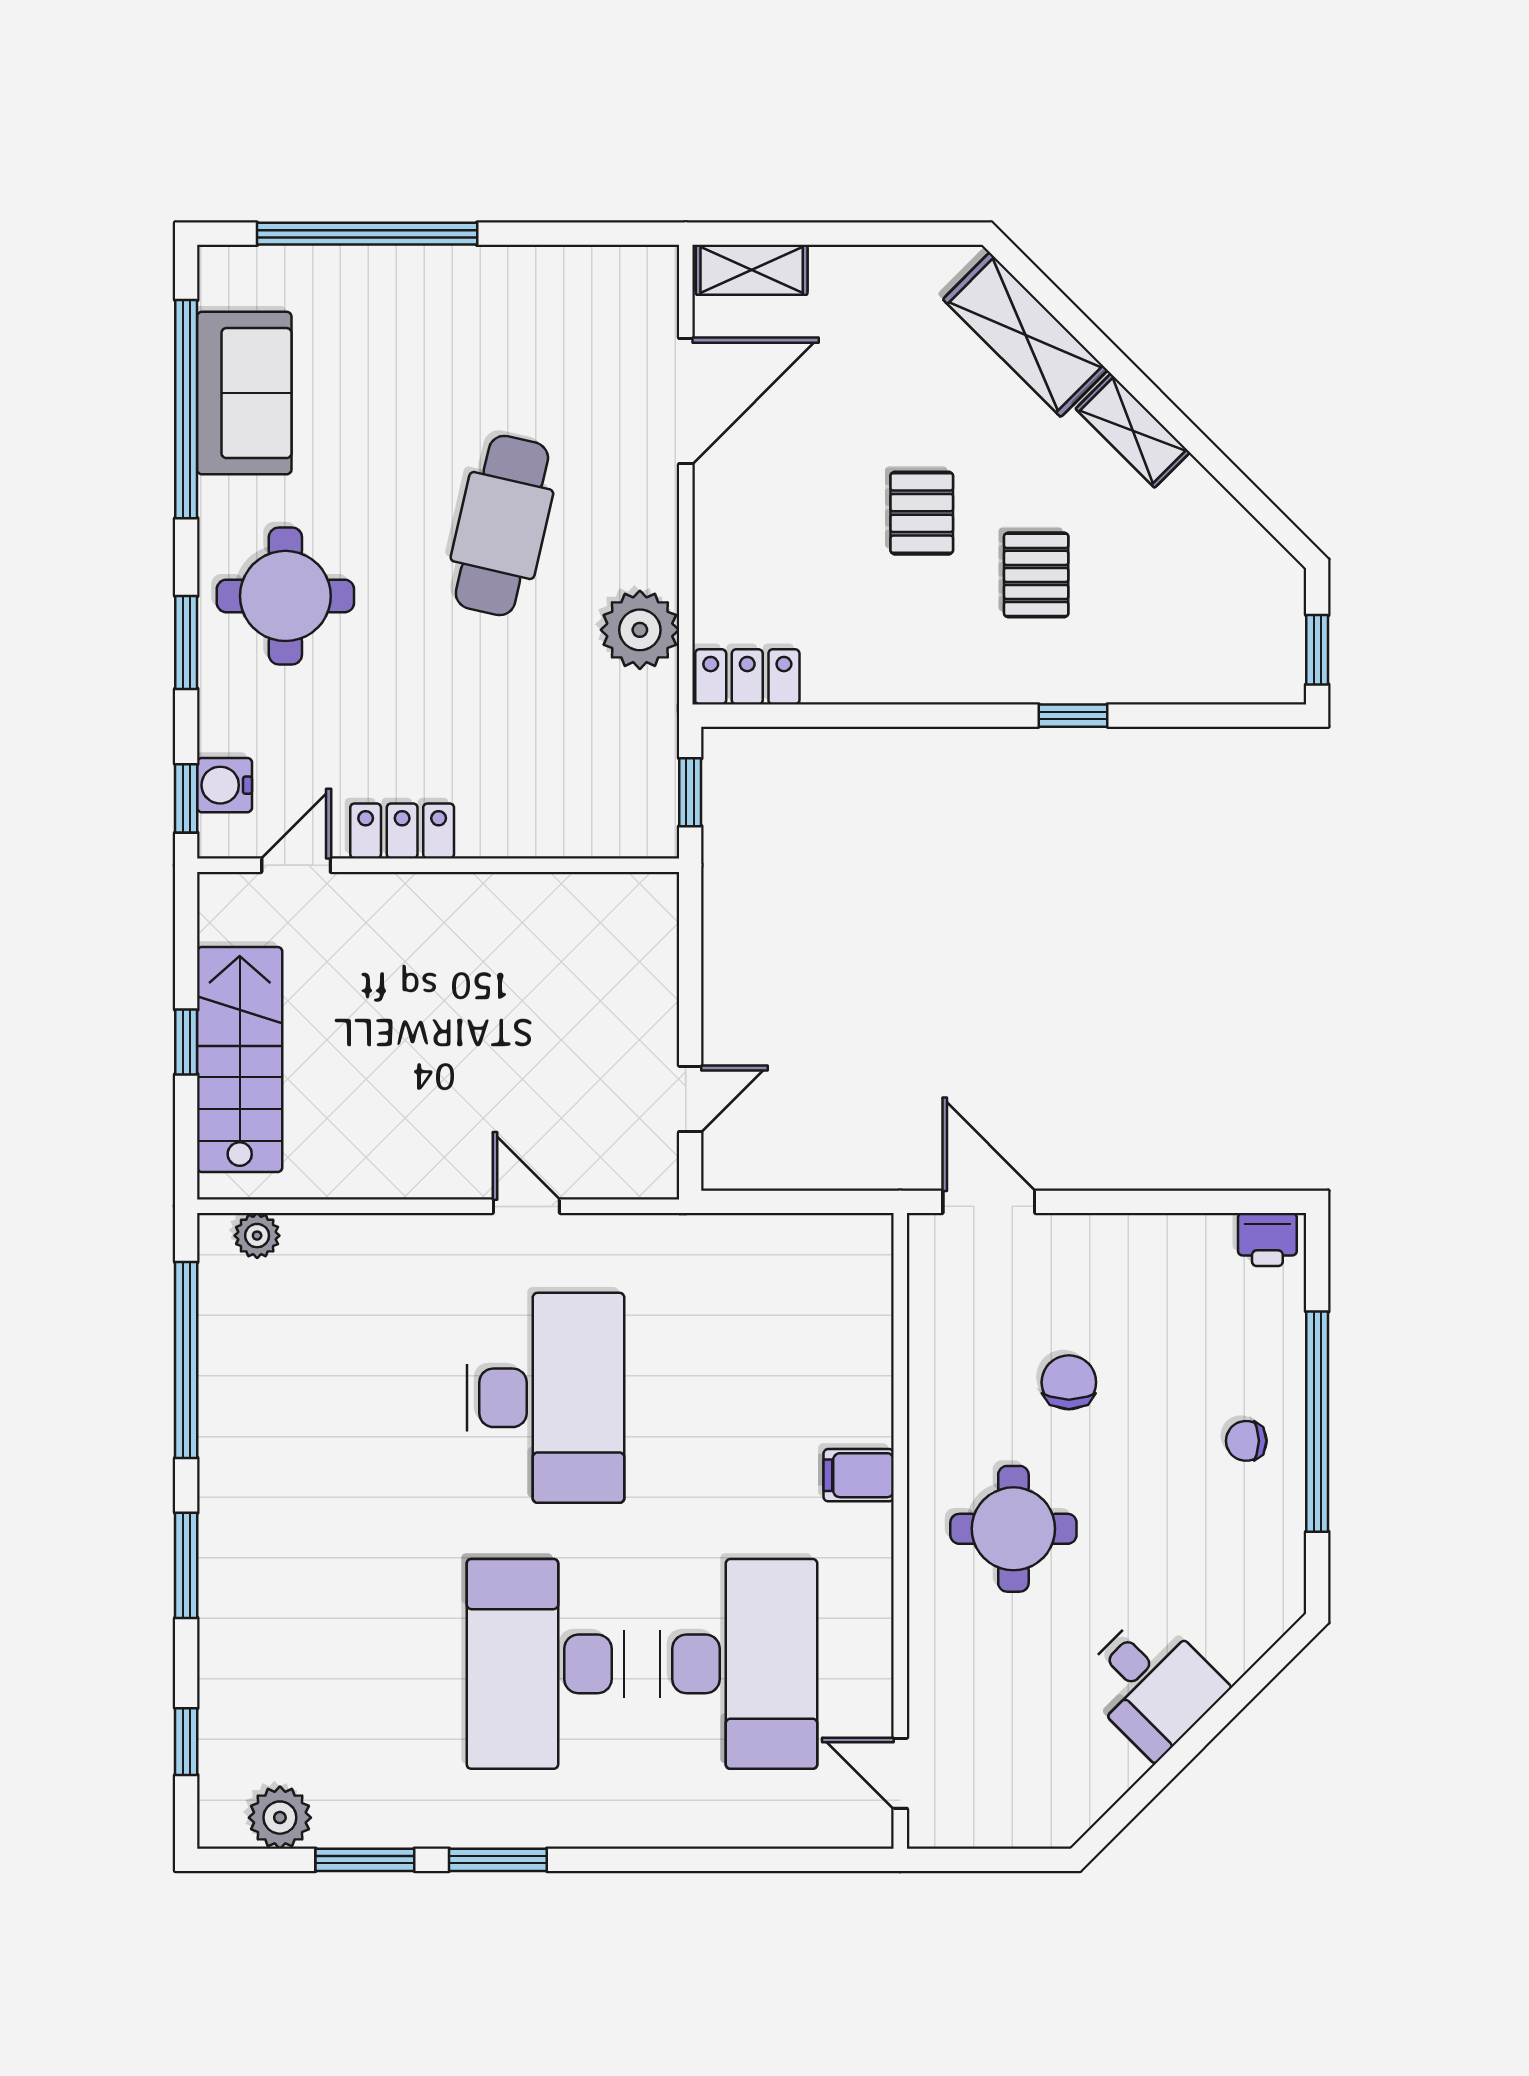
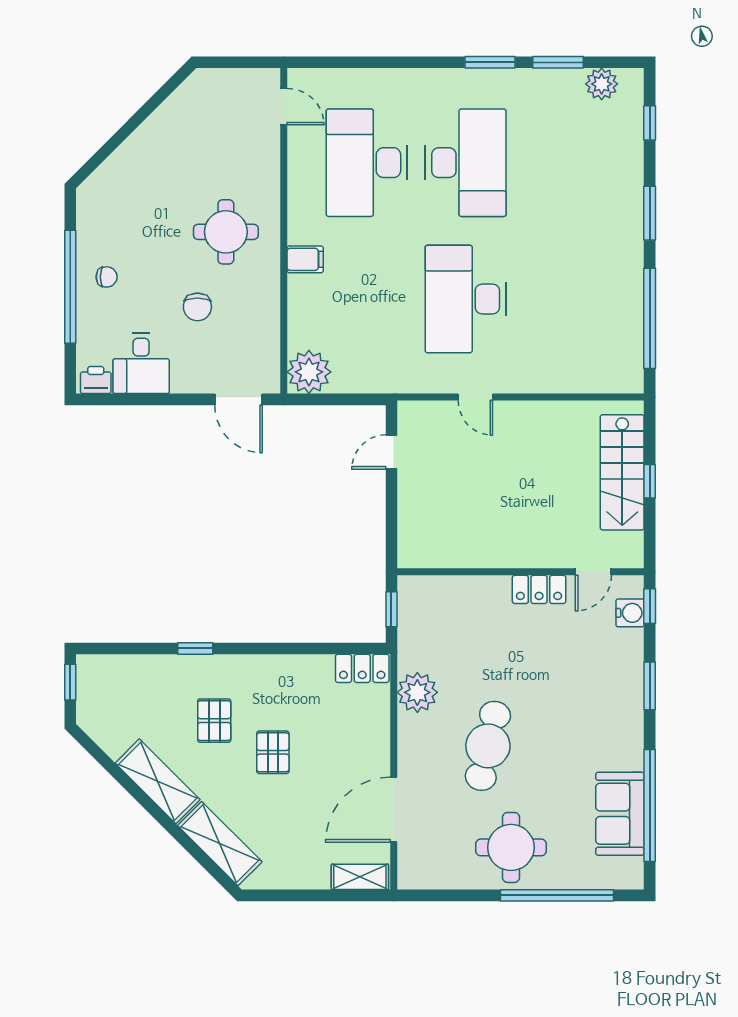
shelving: (1133, 431) -> (158, 781), width x1.50, depth x1.33
round table: (285, 596) -> (511, 847), moved
plant: (257, 1236) -> (309, 372), moved, width x1.88, depth x1.88
desk: (1152, 1684) -> (141, 363), moved, turned -135

